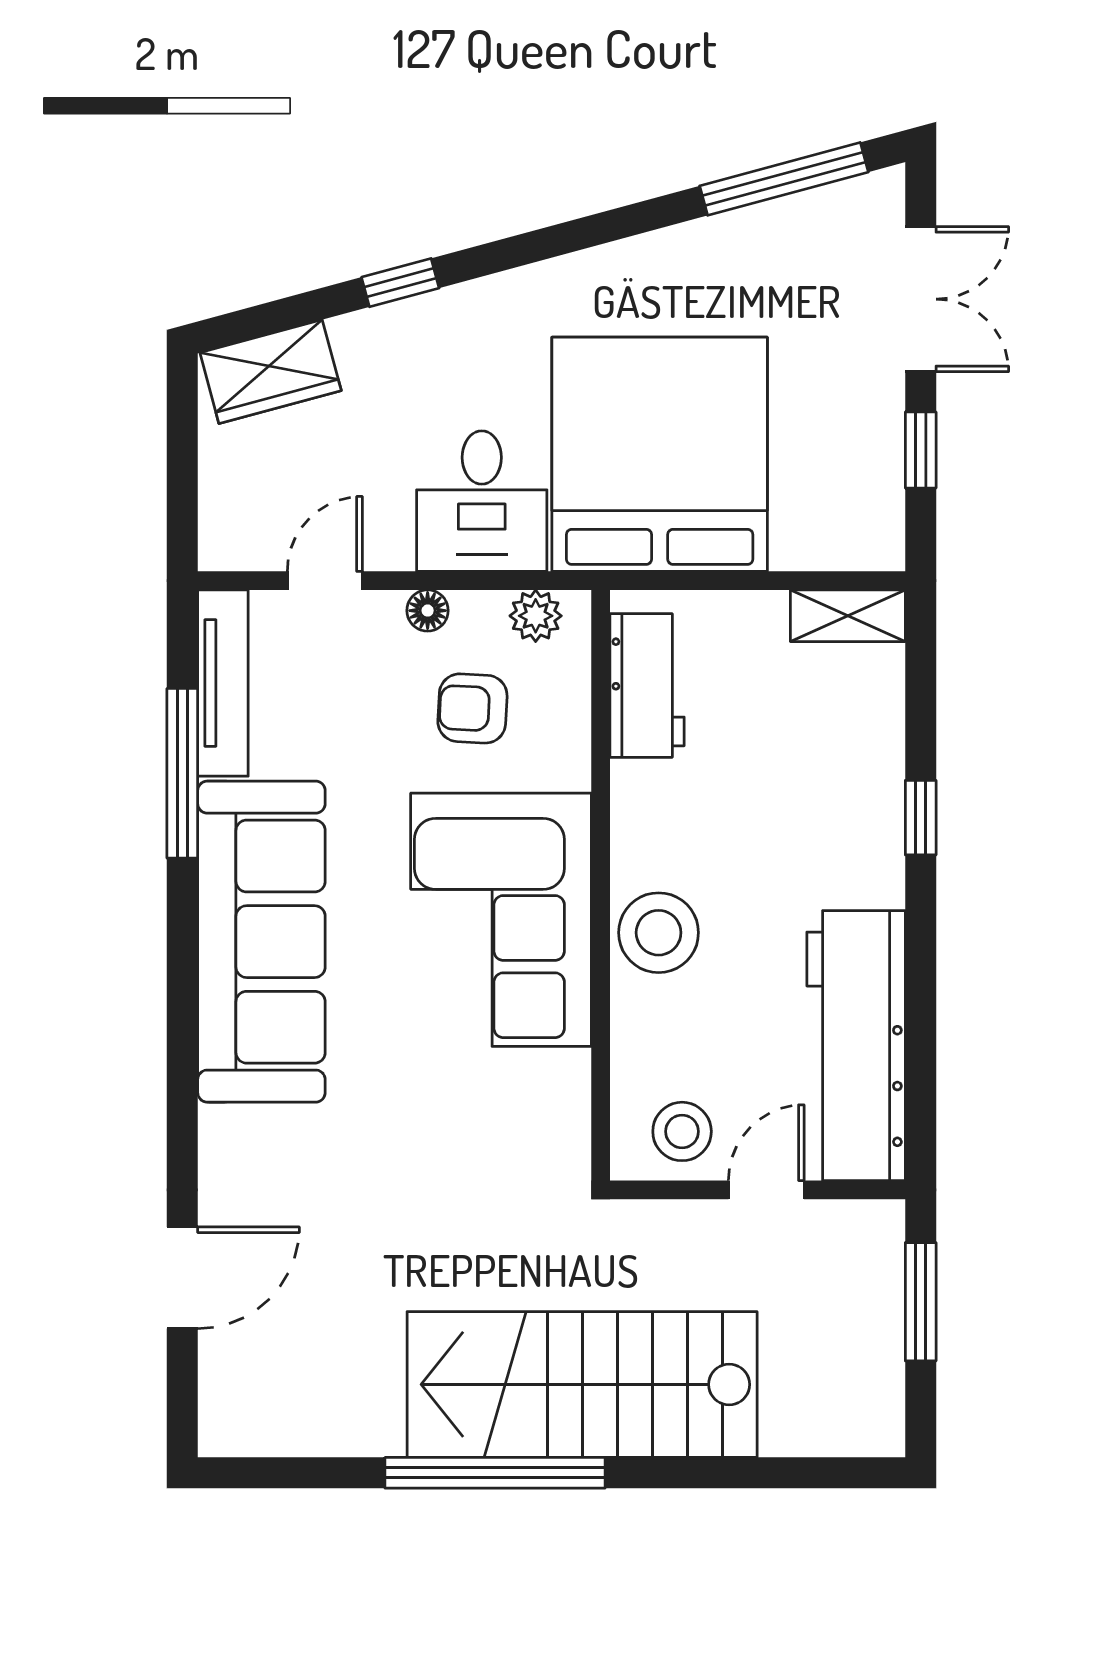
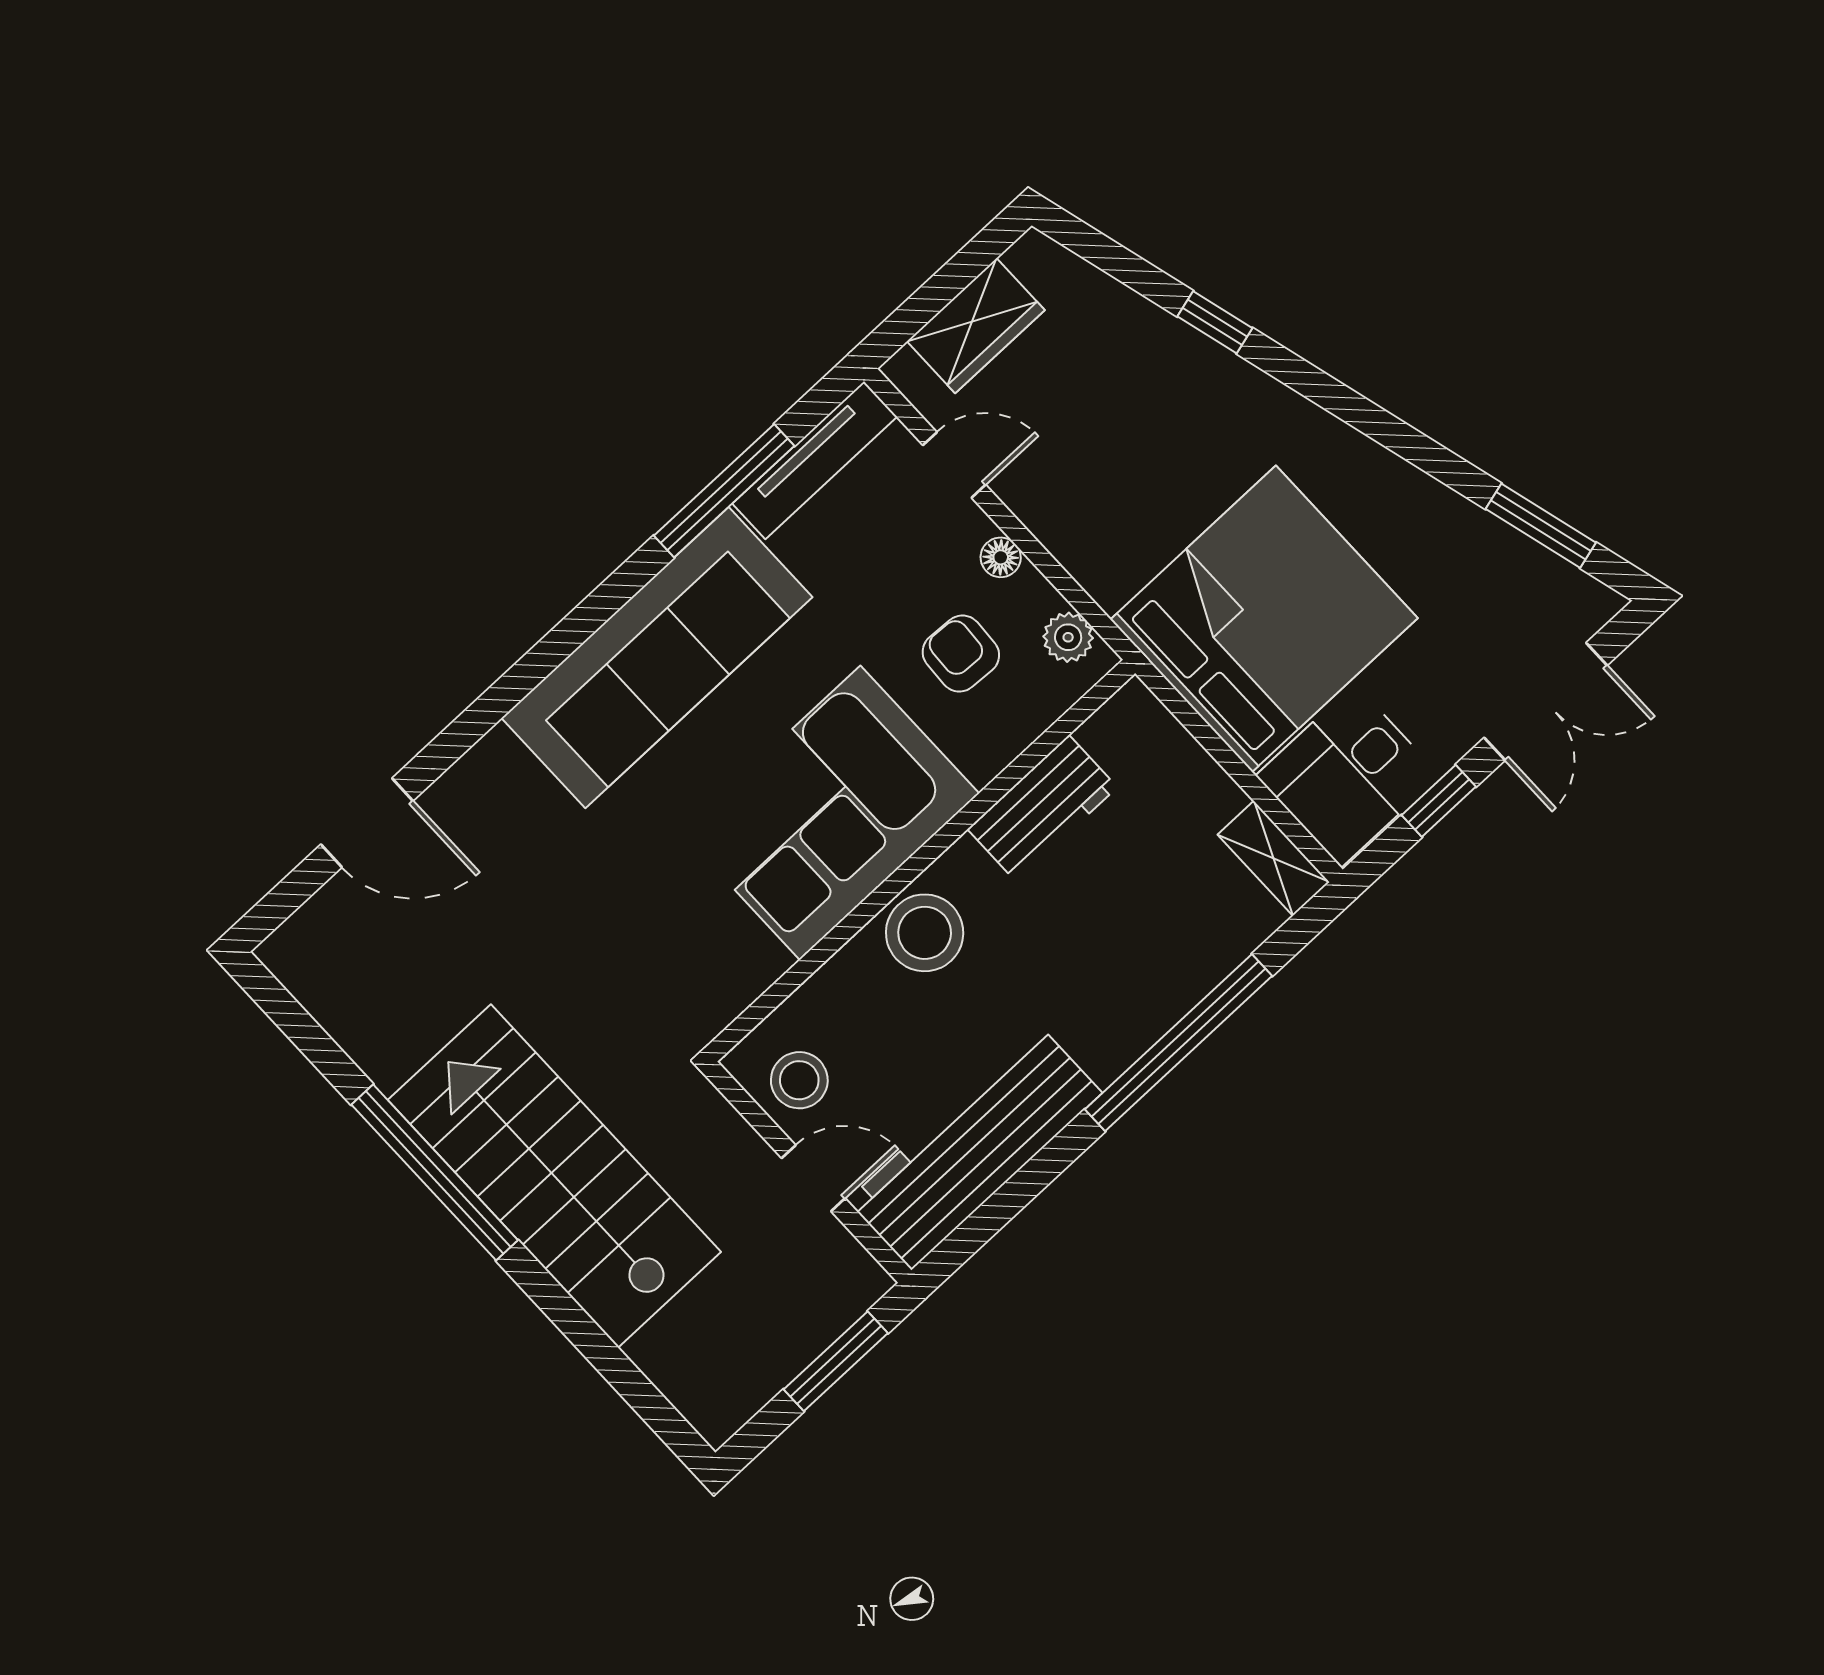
window: (784, 179) -> (1541, 526), width x0.69
wardrobe: (271, 372) -> (976, 326), moved, turned -75
desk: (482, 501) -> (1348, 776), moved
workbench: (647, 685) -> (1042, 808), moved
window: (921, 818) -> (1178, 1043), width x3.17

